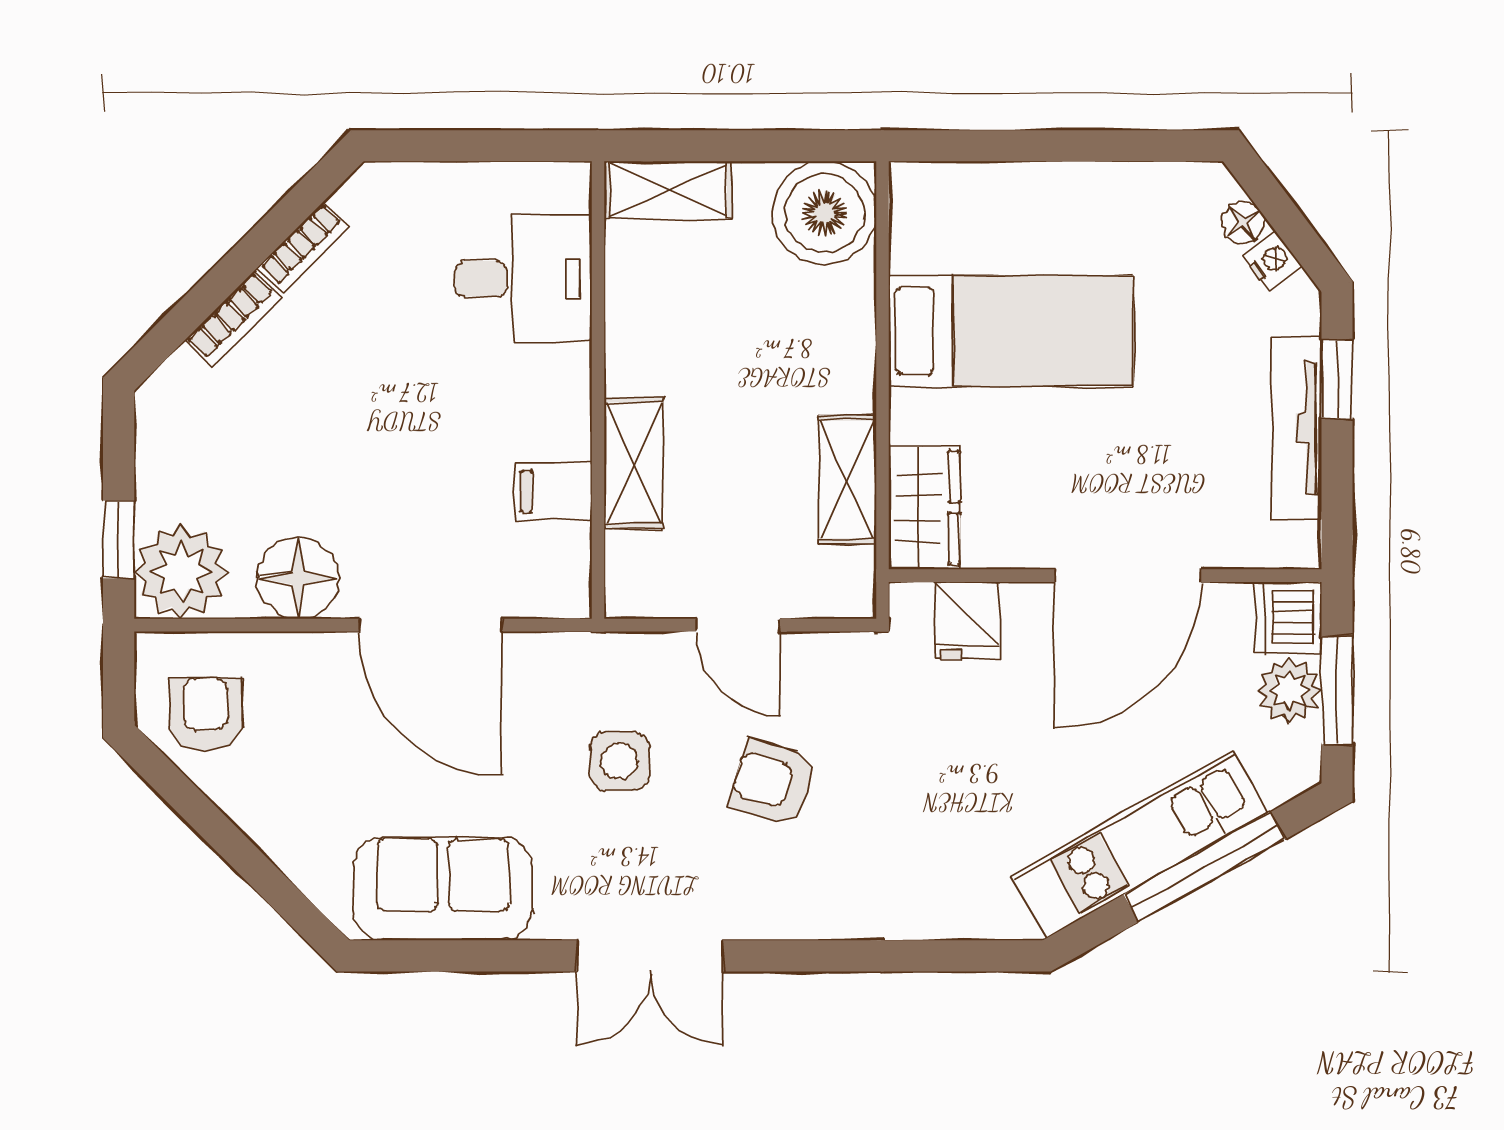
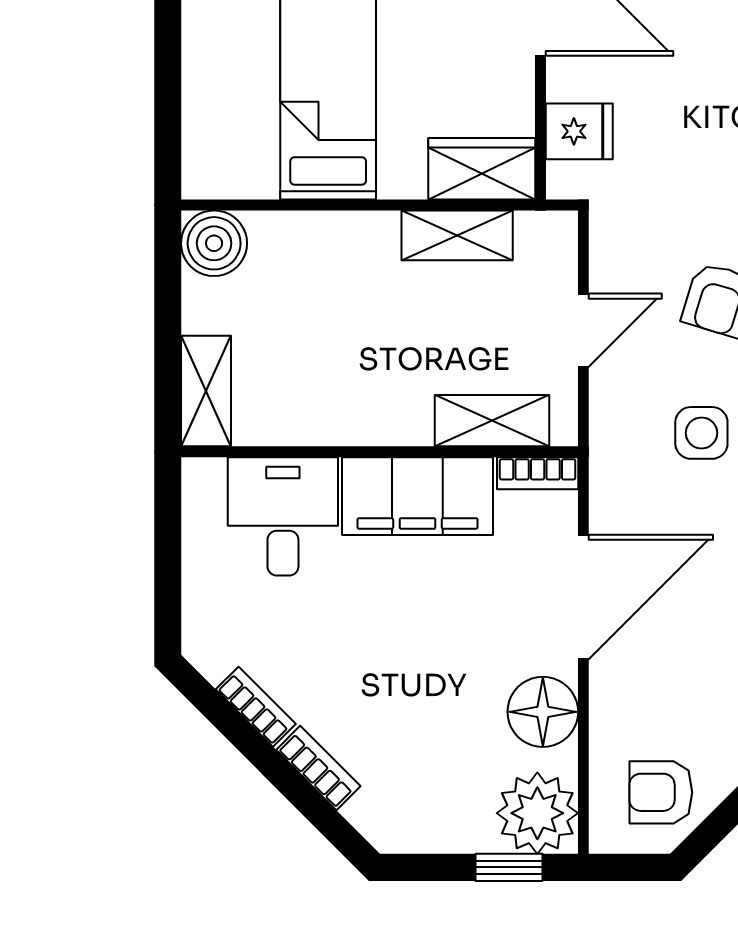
boiler: (824, 213) -> (214, 243), width x0.73, depth x0.73
shelving: (634, 463) -> (492, 421), moved
filing cabinet: (553, 492) -> (418, 496), width x3.00, depth x1.17
bookcase: (573, 572) -> (538, 473), added

